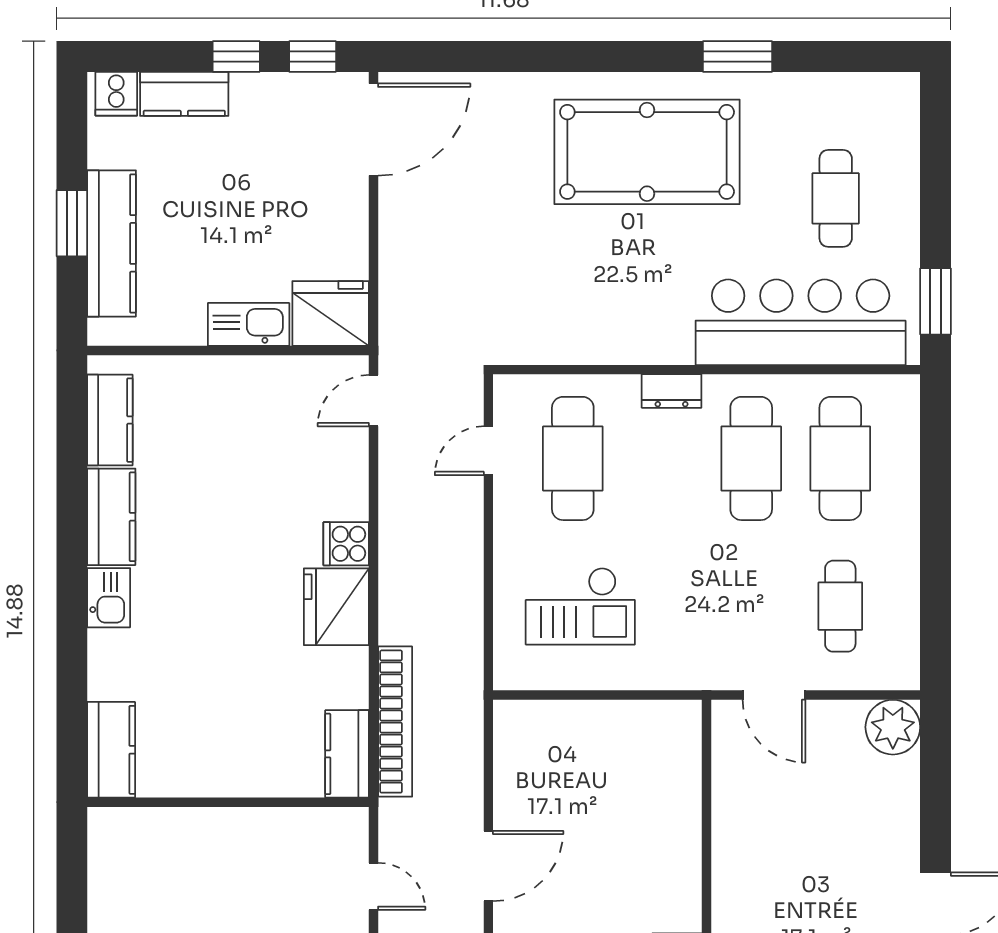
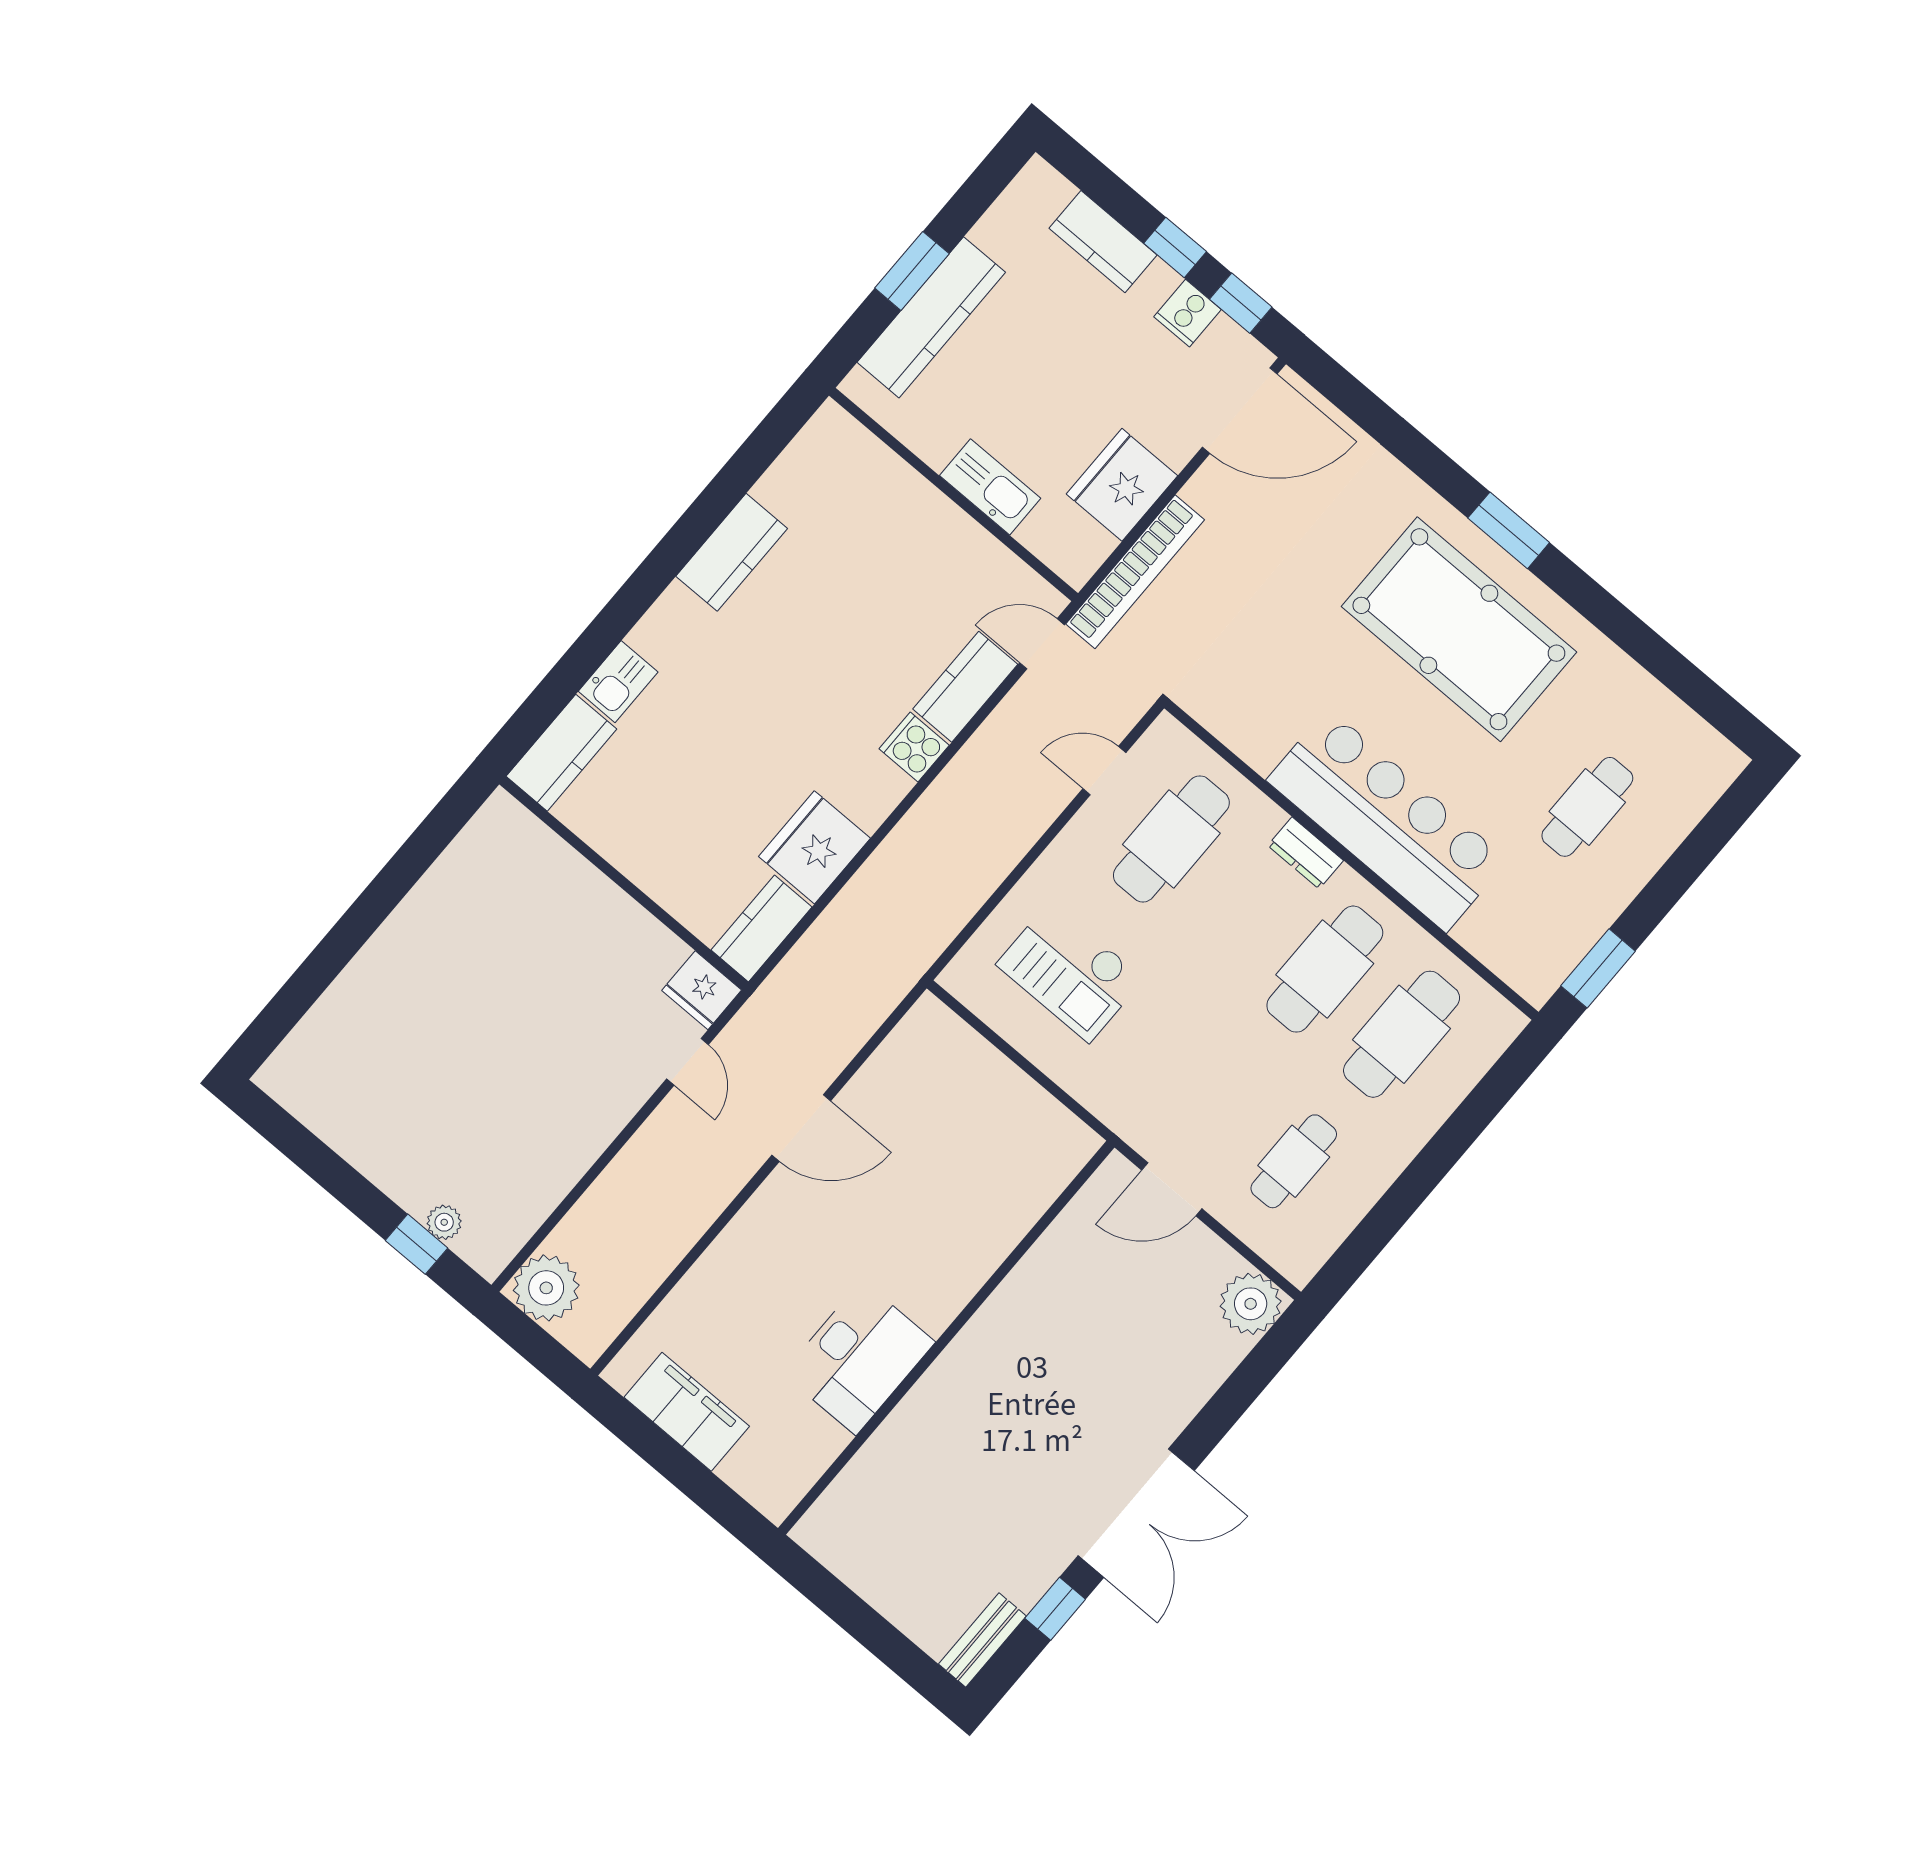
window: (738, 56) -> (1509, 530), moved
cooker: (116, 94) -> (1188, 313), moved
fridge: (331, 313) -> (1122, 485), moved, turned -90
bar counter: (801, 322) -> (1387, 820), moved
kitchen counter: (110, 420) -> (965, 687), moved, turned 180
kitchen sink: (109, 598) -> (618, 682), moved
fridge: (336, 607) -> (814, 847), moved
door: (774, 695) -> (1172, 1189), hinge flipped
bookcase: (395, 722) -> (1135, 572), moved
fridge: (342, 830) -> (702, 990), added

